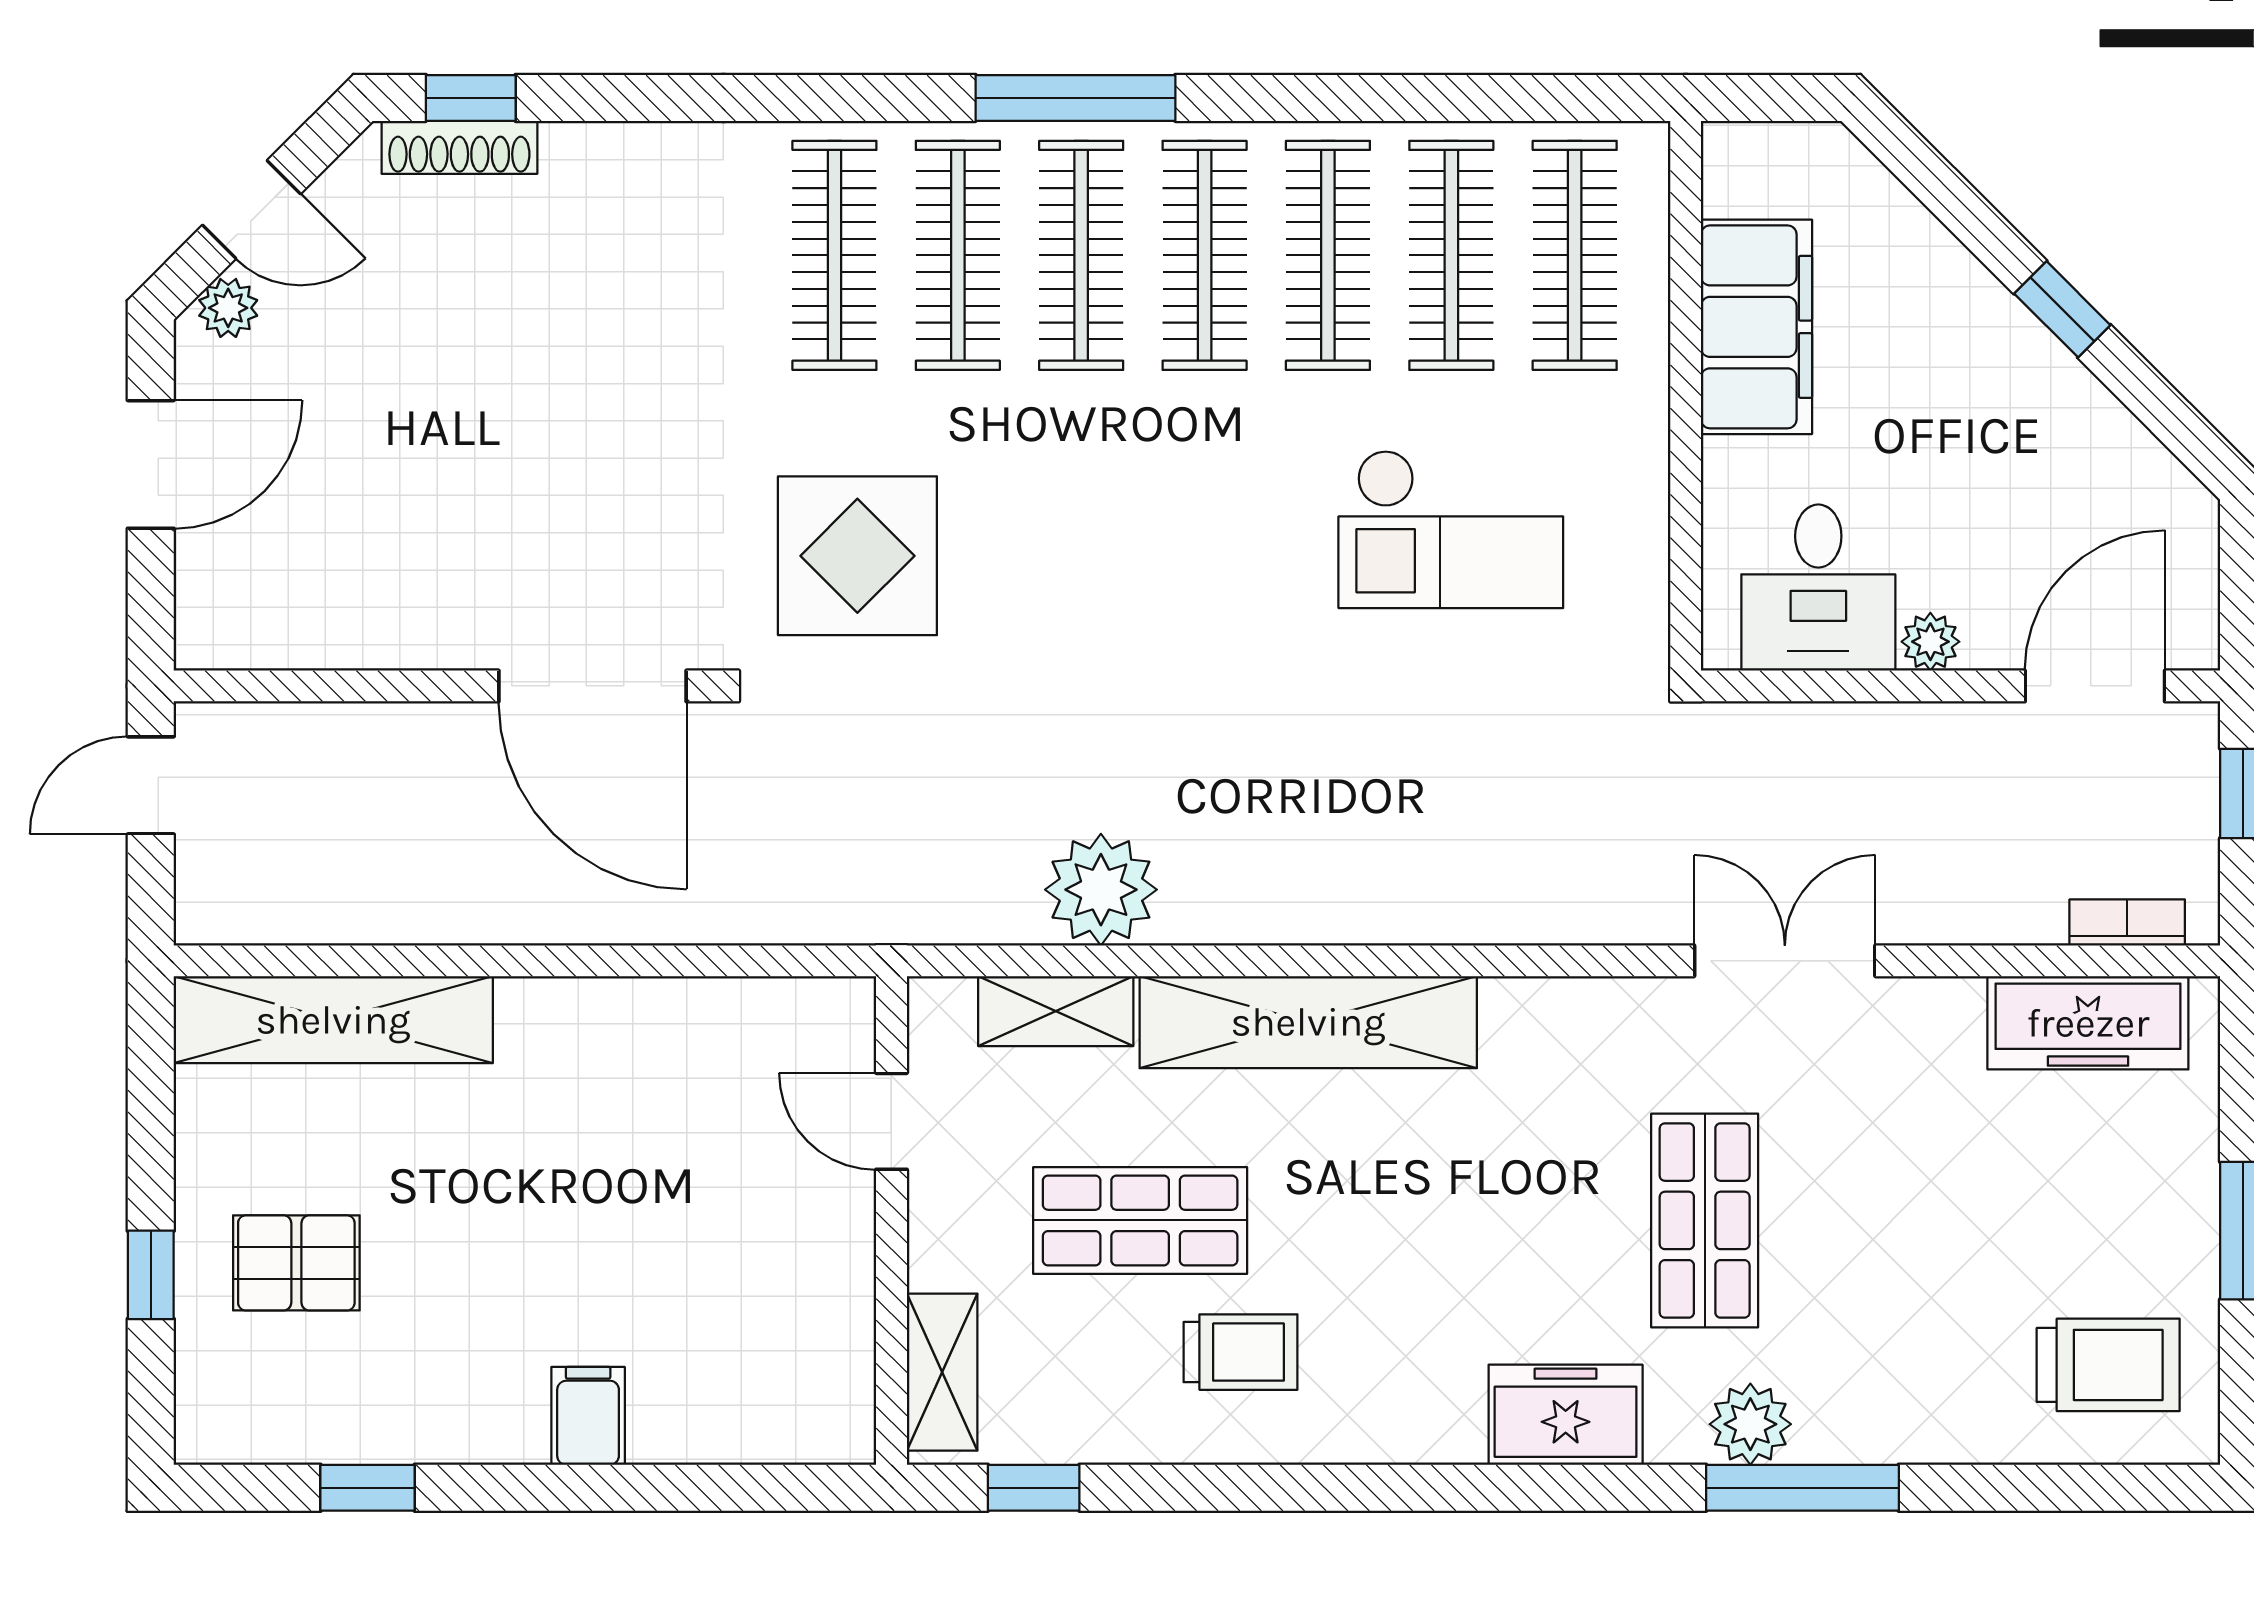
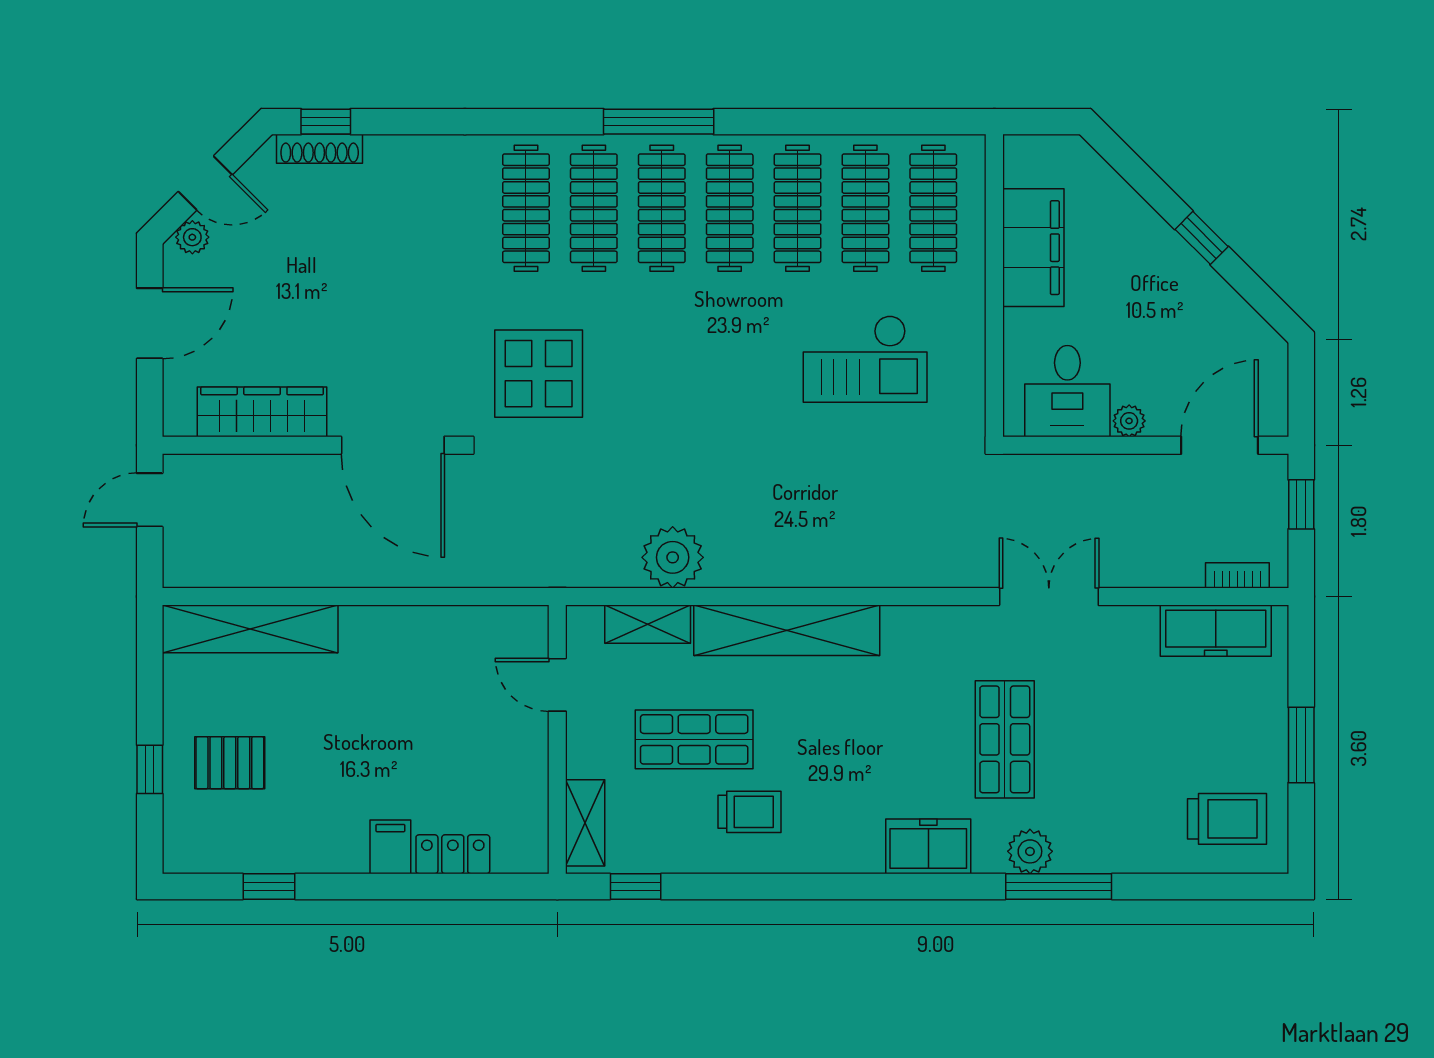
wardrobe: (355, 625) -> (262, 412), added
locker: (702, 1429) -> (453, 854), added

